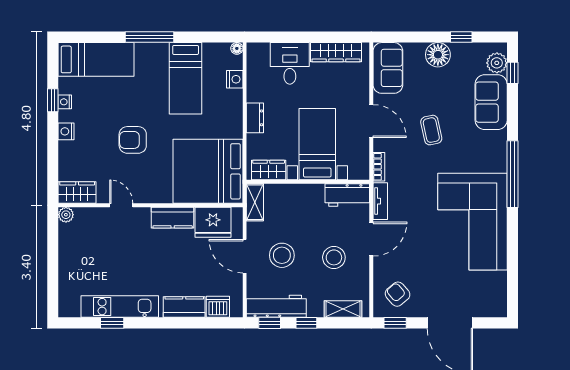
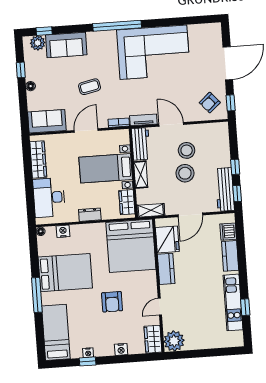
floor lamp: (438, 55) -> (31, 86), width x0.53, depth x0.53
desk: (290, 63) -> (49, 197), width x1.37
bed: (186, 78) -> (65, 273), width x1.50
nightstand: (66, 131) -> (121, 349), moved
plant: (66, 215) -> (174, 341), width x1.88, depth x1.88
stool: (282, 255) -> (185, 173), moved
shelving: (343, 309) -> (141, 175), moved

